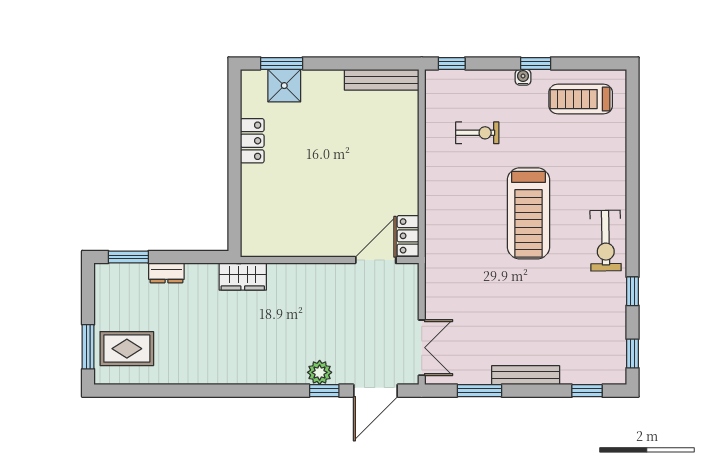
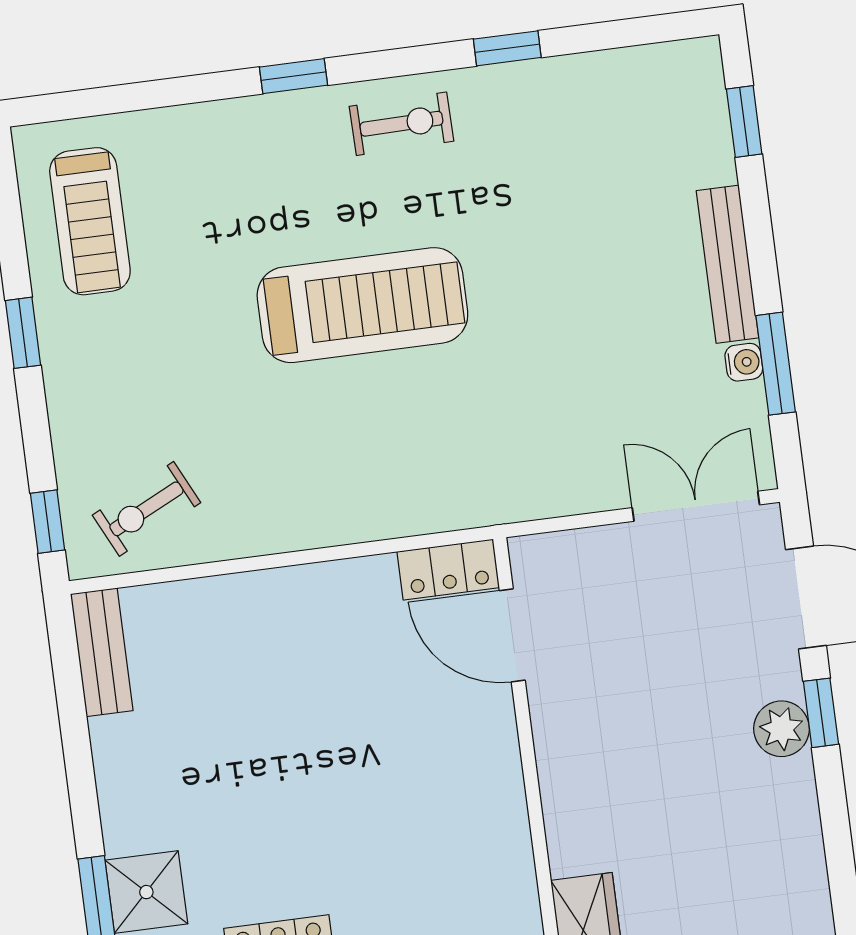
water cooler: (523, 77) -> (744, 362), moved, turned 180
bench: (382, 80) -> (102, 652), width x0.73
exercise bike: (477, 133) -> (146, 509), moved, turned -116
exercise bike: (606, 241) -> (401, 124), width x0.73, depth x0.72
window: (633, 353) -> (293, 76), moved

